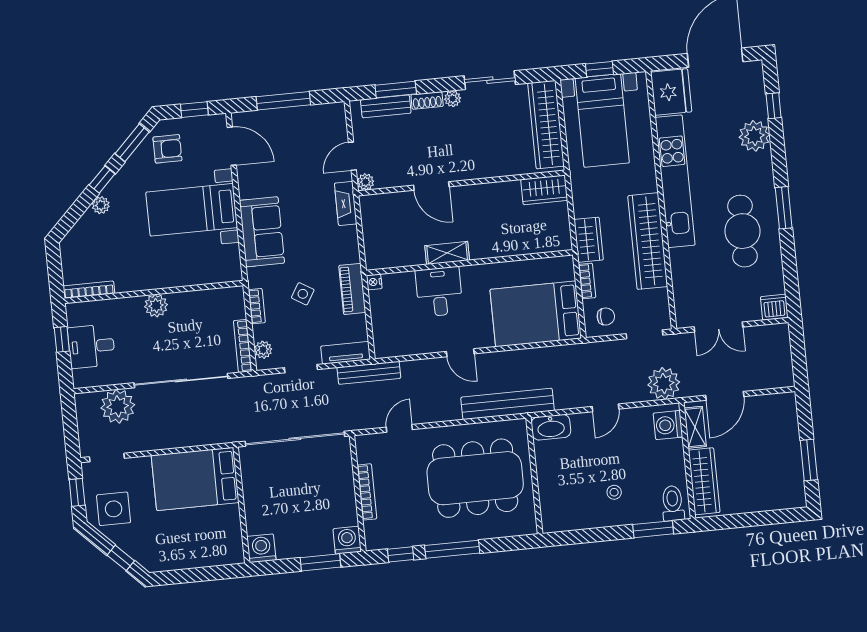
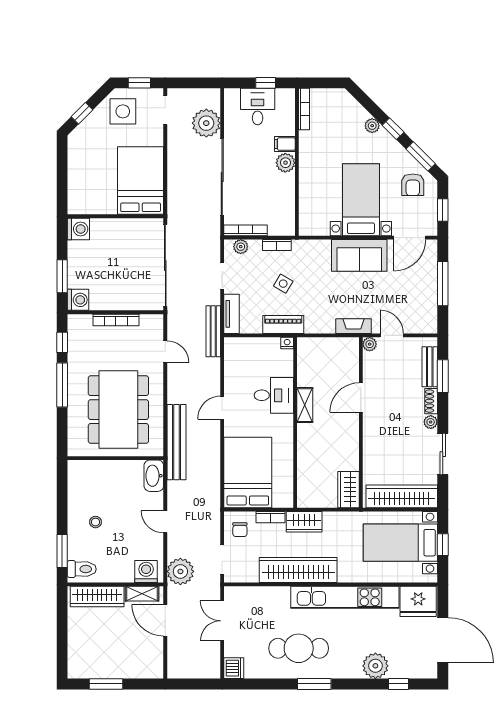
sofa: (262, 232) -> (359, 255), moved
filing cabinet: (134, 309) -> (285, 144), added

